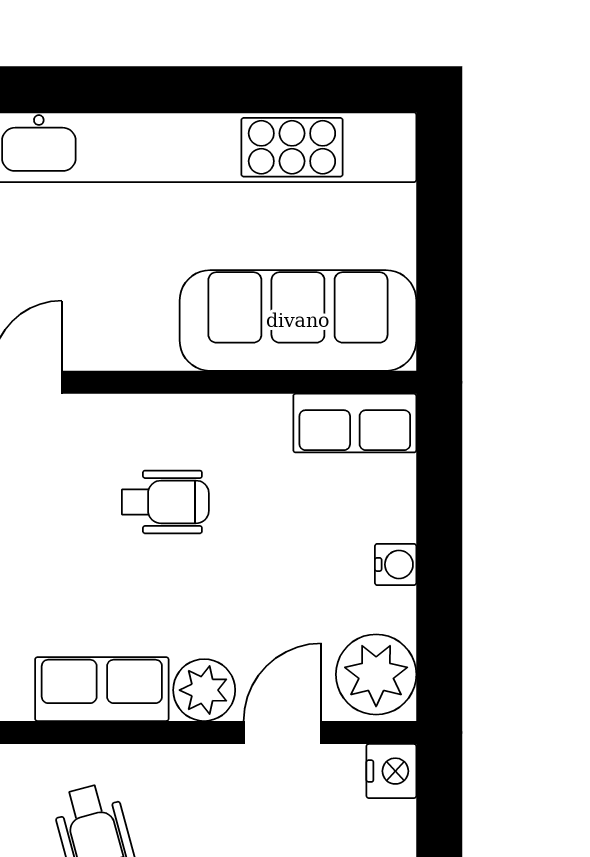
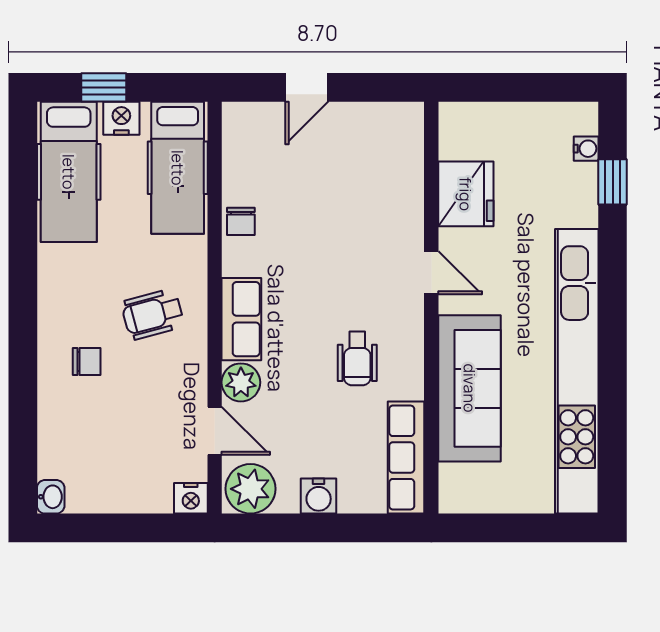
sofa: (298, 320) -> (470, 388), moved
row of seats: (355, 423) -> (406, 457), width x1.48
water cooler: (396, 564) -> (319, 496), width x1.38, depth x1.38

